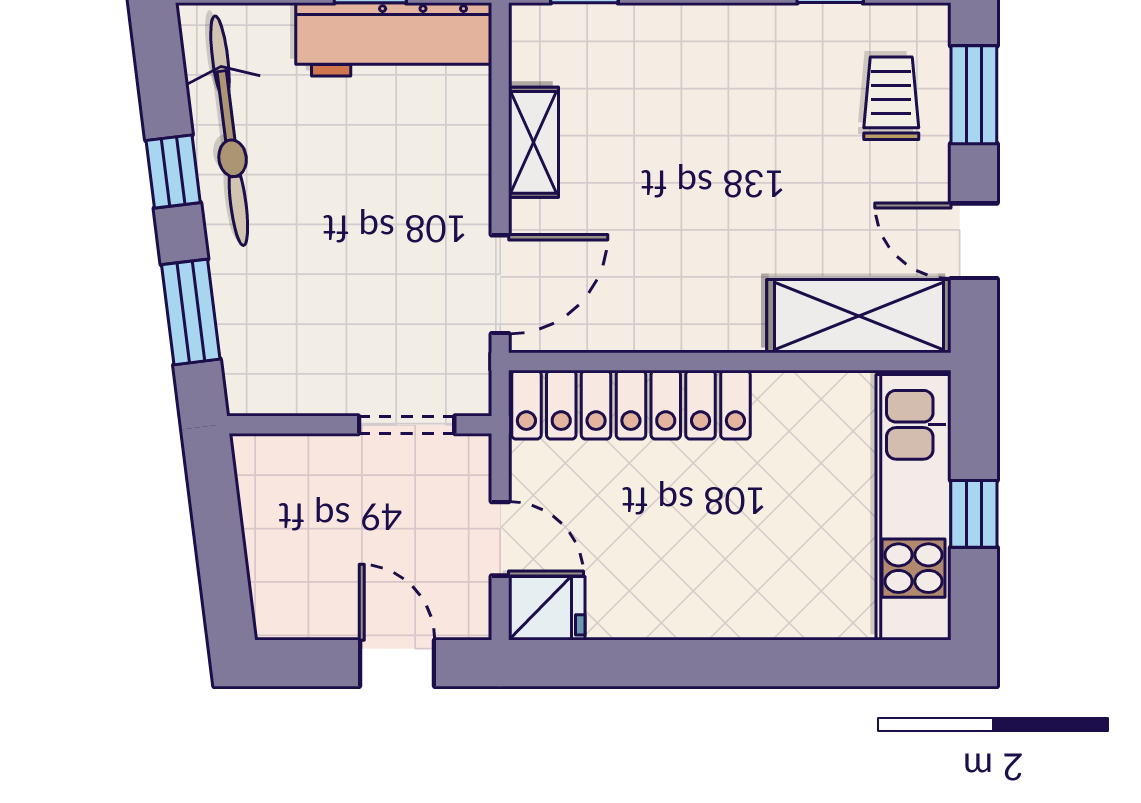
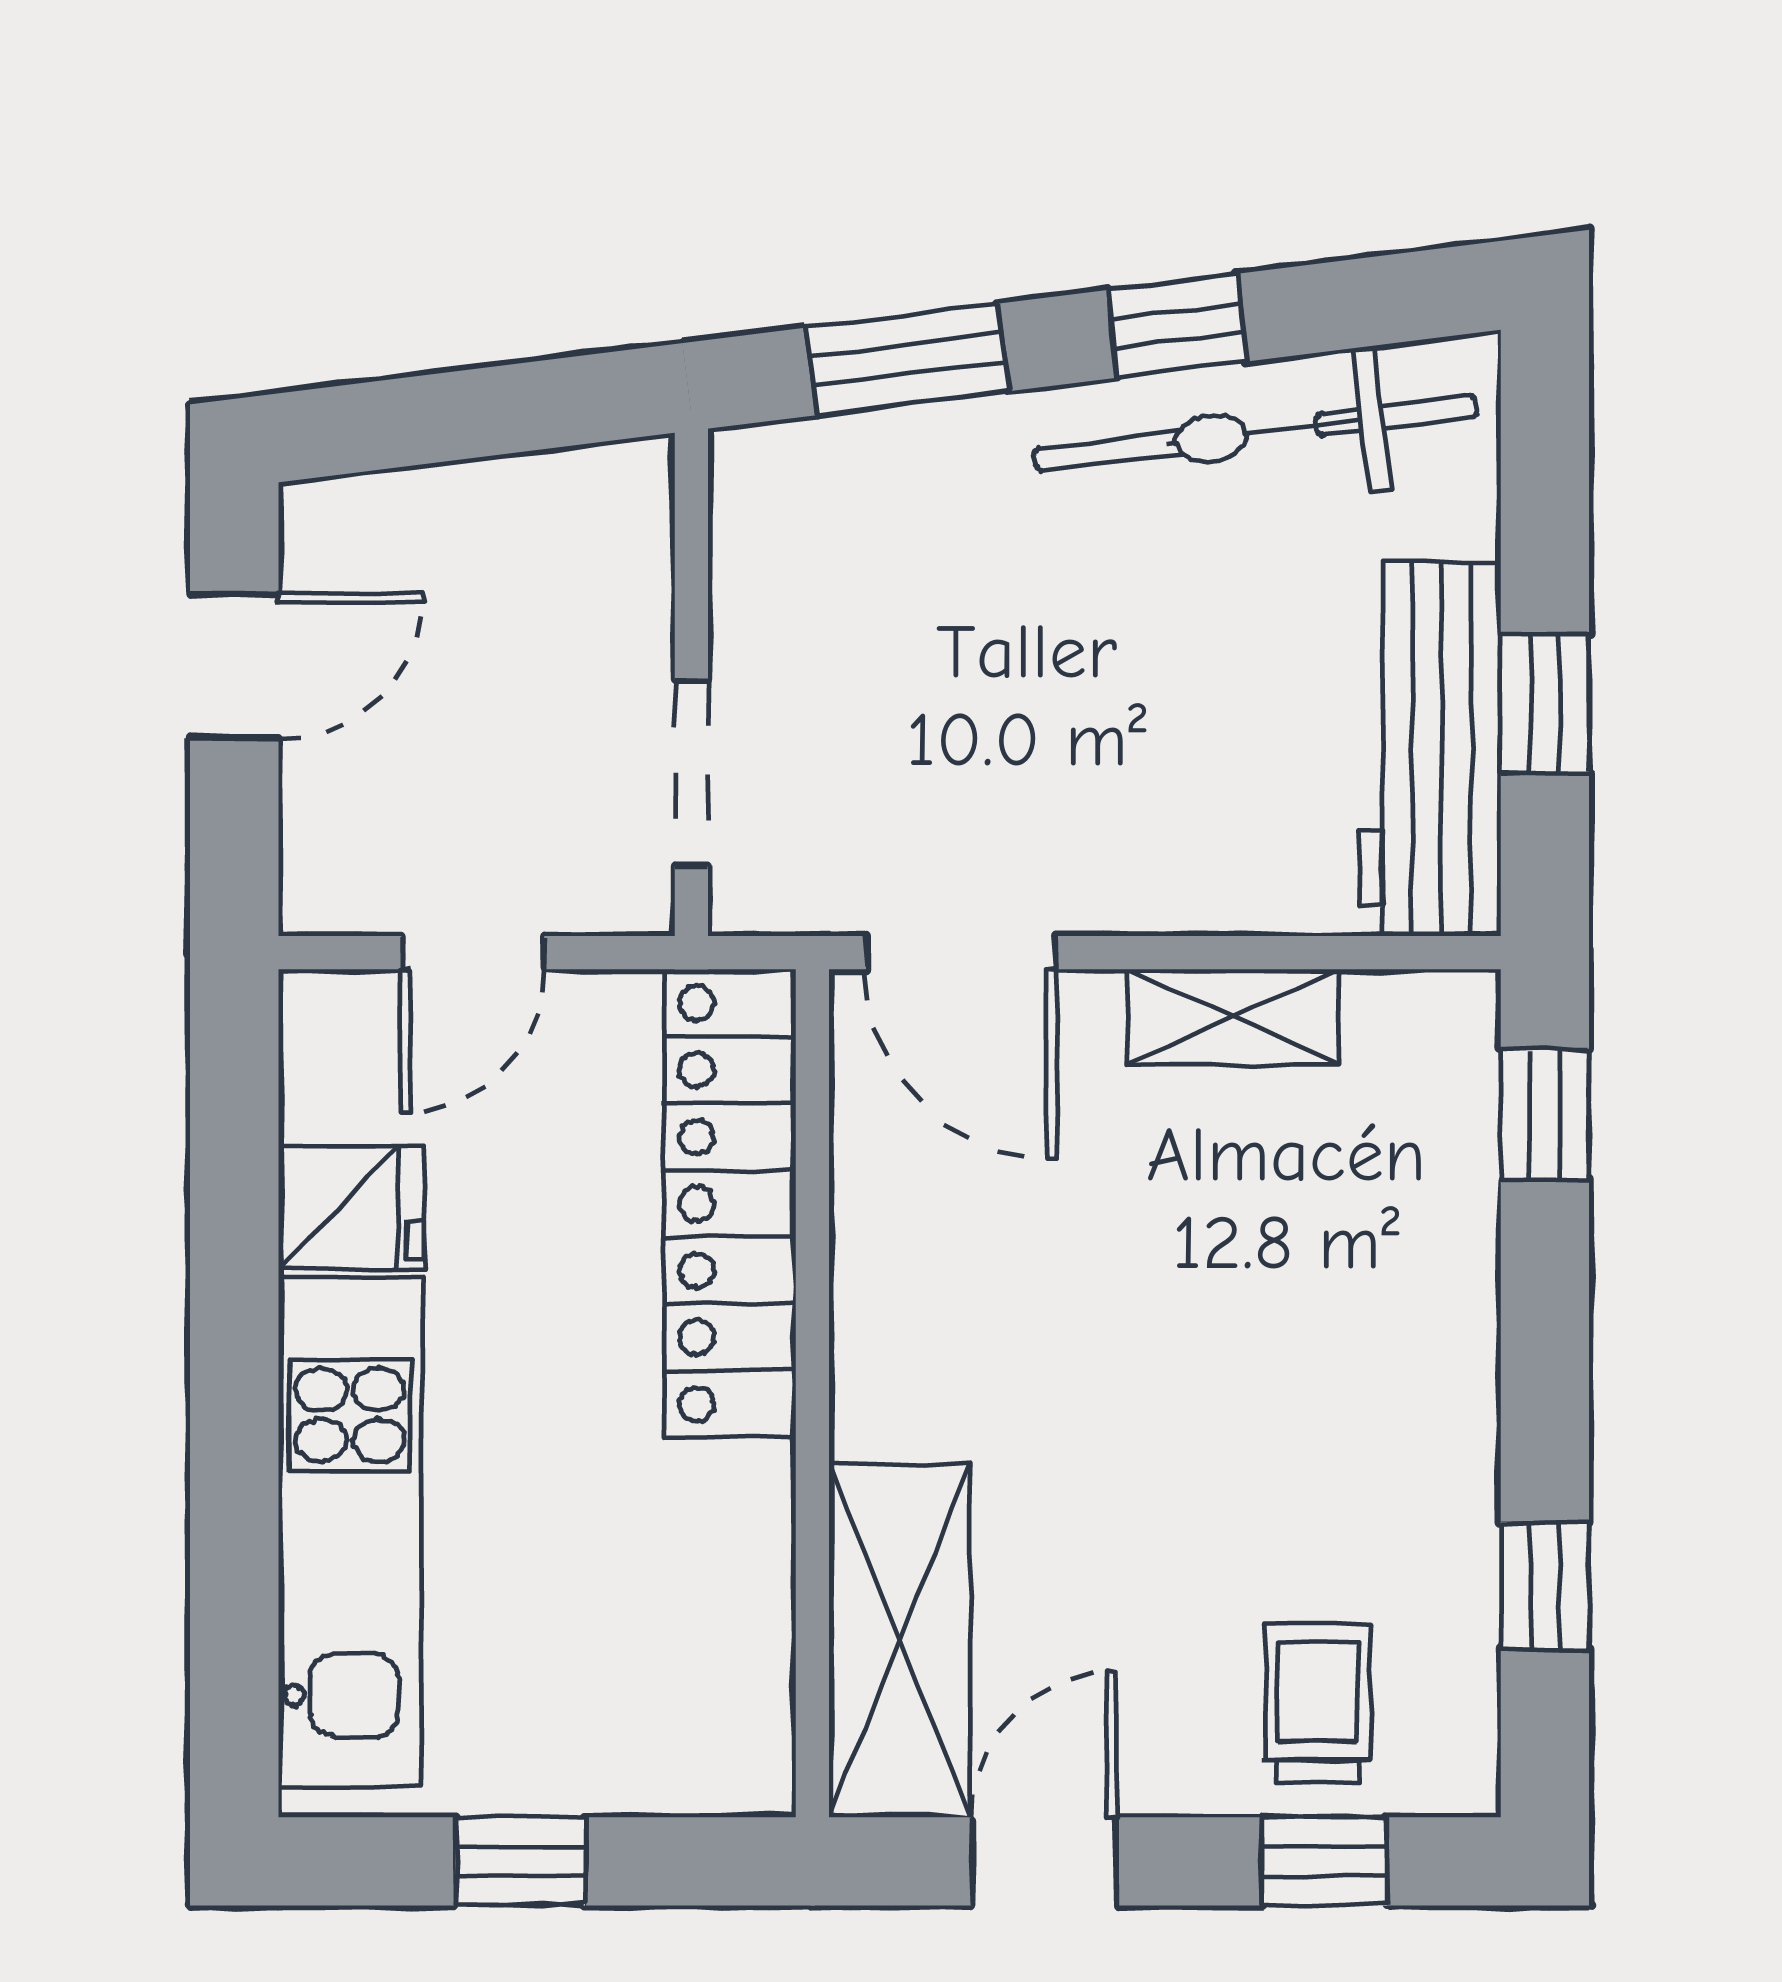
window: (974, 95) -> (1324, 1861), width x0.67
trolley: (891, 98) -> (1318, 1703), turned -90
kitchen unit: (913, 507) -> (350, 1532), moved, turned 90
fridge: (547, 608) -> (351, 1208), moved, turned -90
door: (397, 663) -> (234, 666), moved

